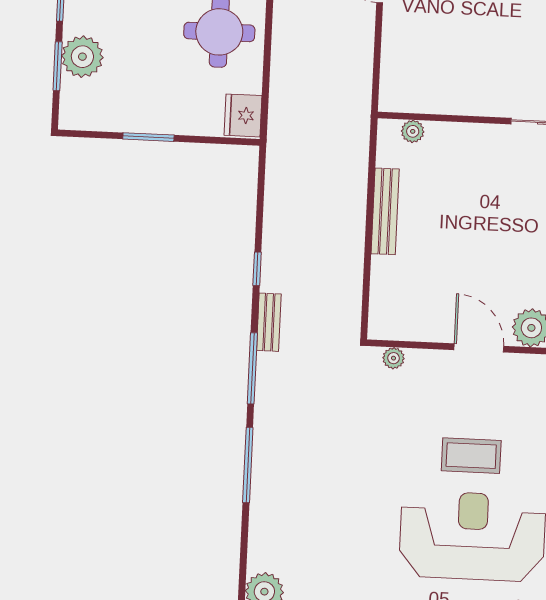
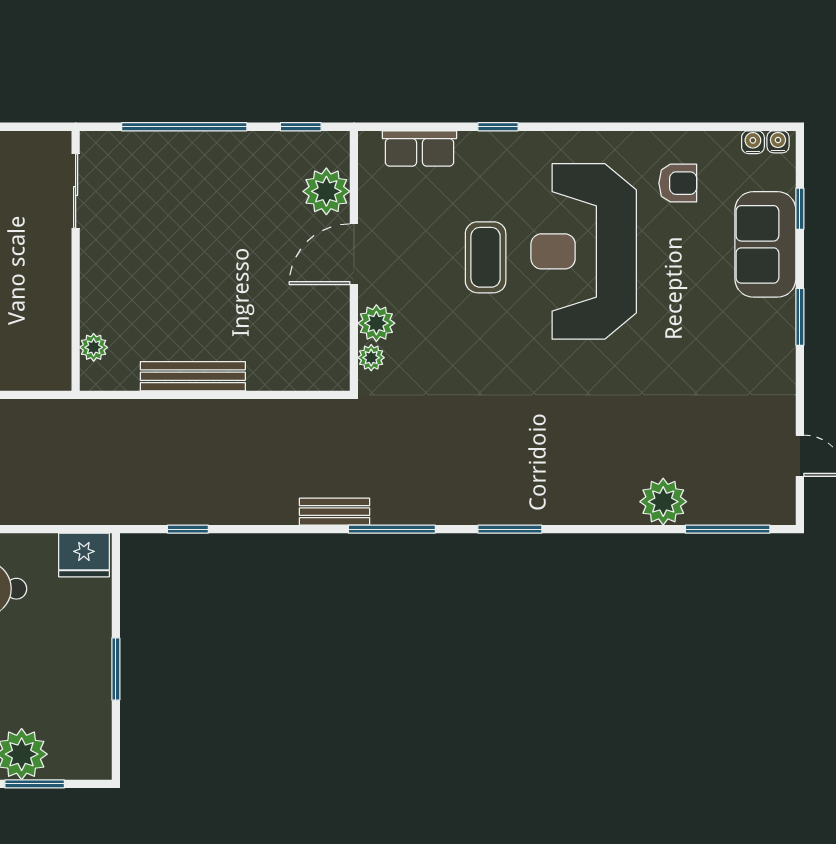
window: (257, 269) -> (188, 529), moved
plant: (422, 364) -> (376, 323), added
window: (248, 465) -> (510, 529), width x0.69

